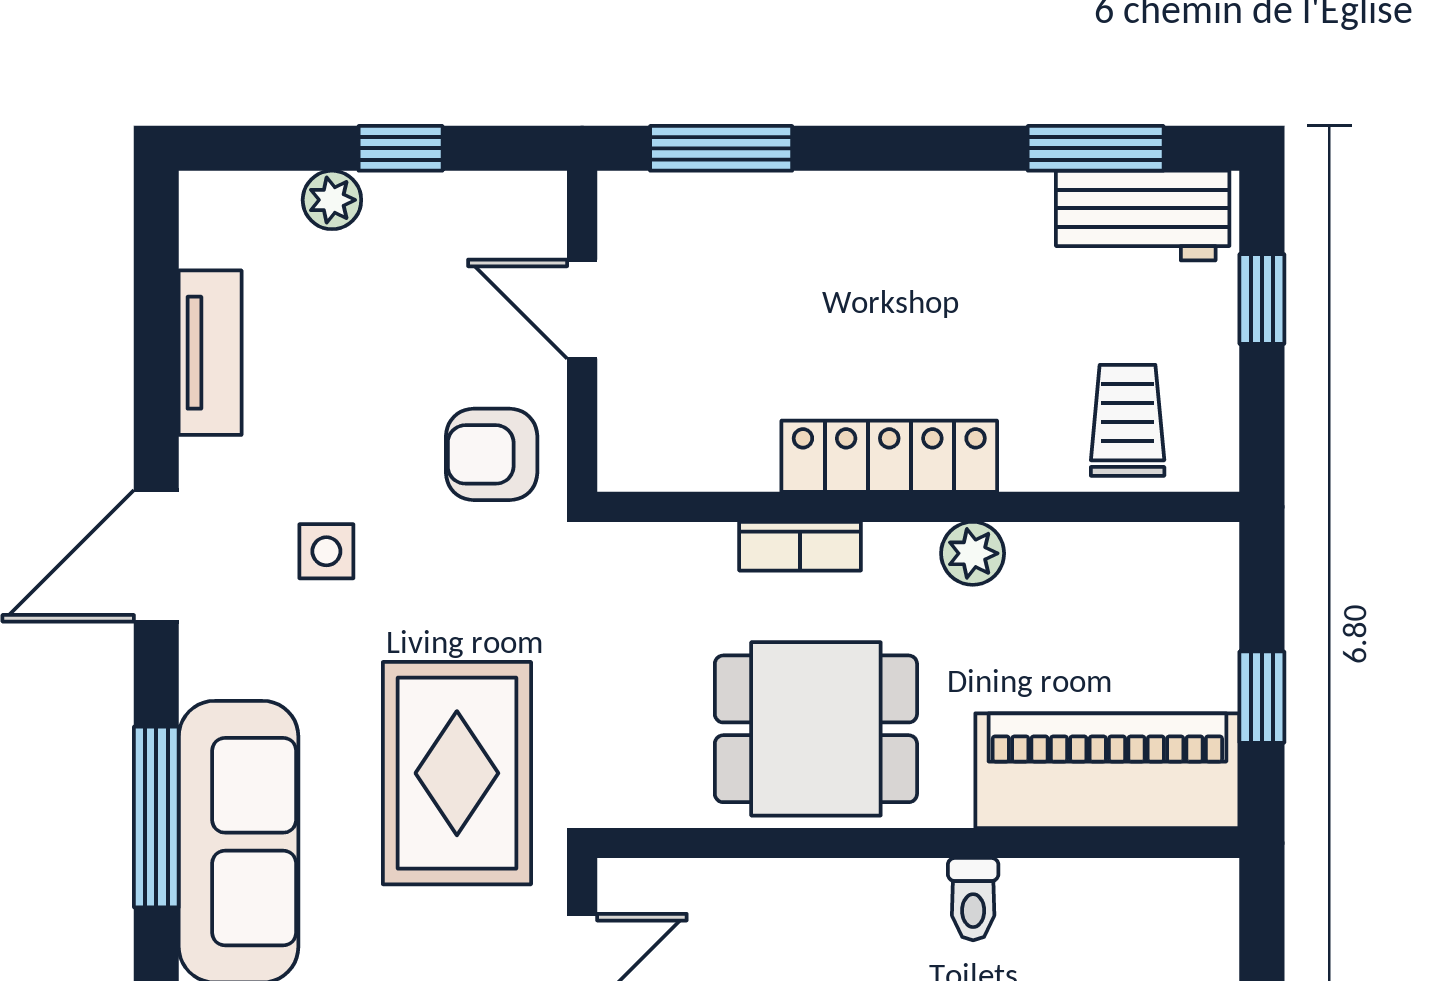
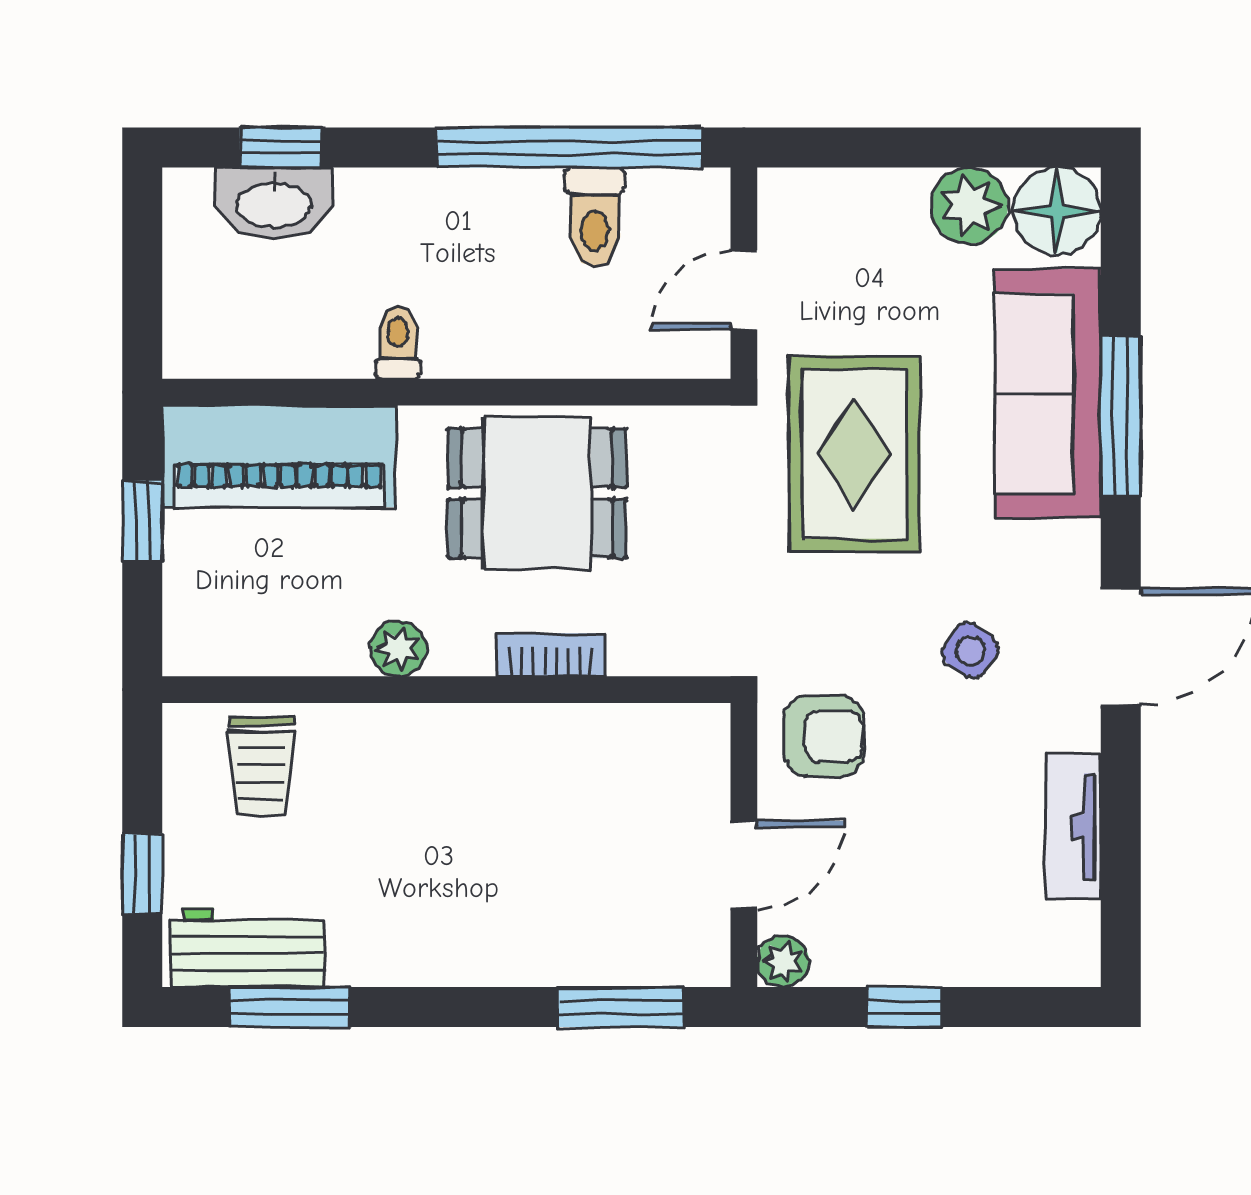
plant: (332, 200) -> (783, 961), moved
door: (582, 309) -> (744, 865), hinge flipped
locker: (889, 456) -> (472, 734), removed
side table: (326, 551) -> (970, 650), turned 35

